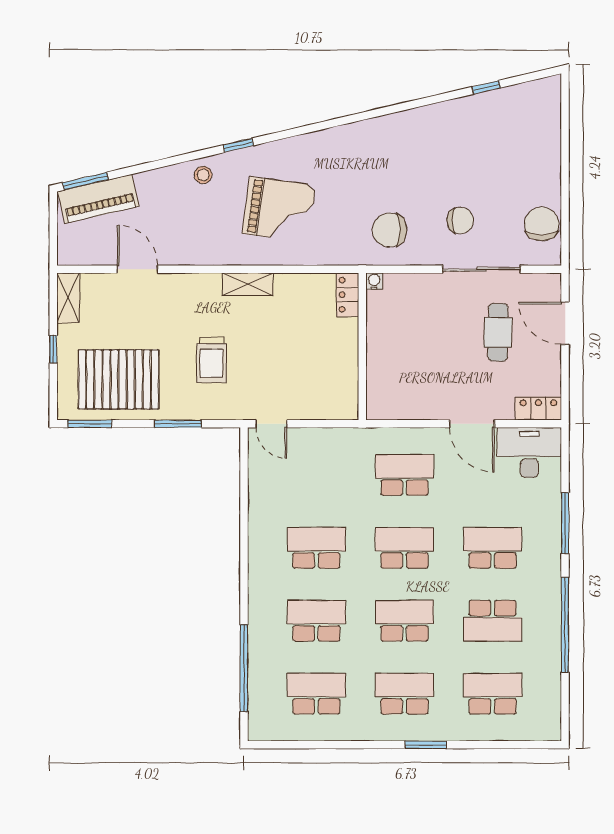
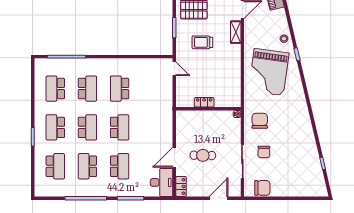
grand piano: (279, 209) -> (269, 72), width x1.37, depth x1.48
shelving: (248, 284) -> (236, 32), moved
locker: (348, 295) -> (204, 102), moved
cafe table: (498, 332) -> (203, 155), moved
door: (271, 424) -> (174, 69), swing flipped
school desk: (404, 475) -> (152, 127), removed
school desk: (316, 548) -> (120, 89), turned 180
school desk: (316, 694) -> (55, 89), turned 180
school desk: (404, 694) -> (55, 127), turned 180

